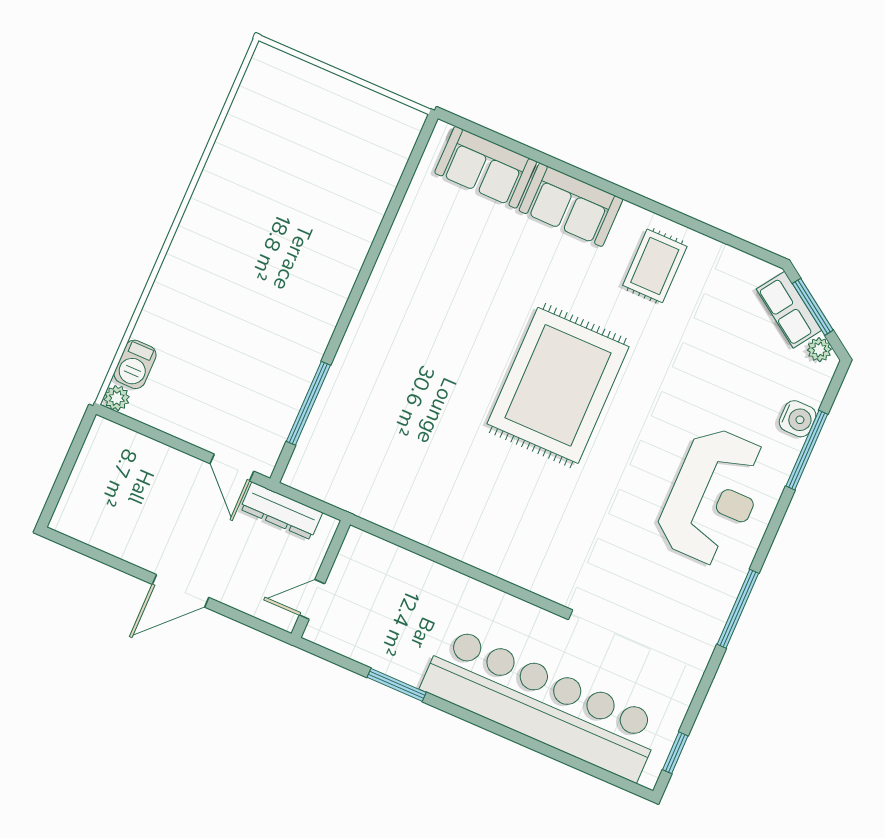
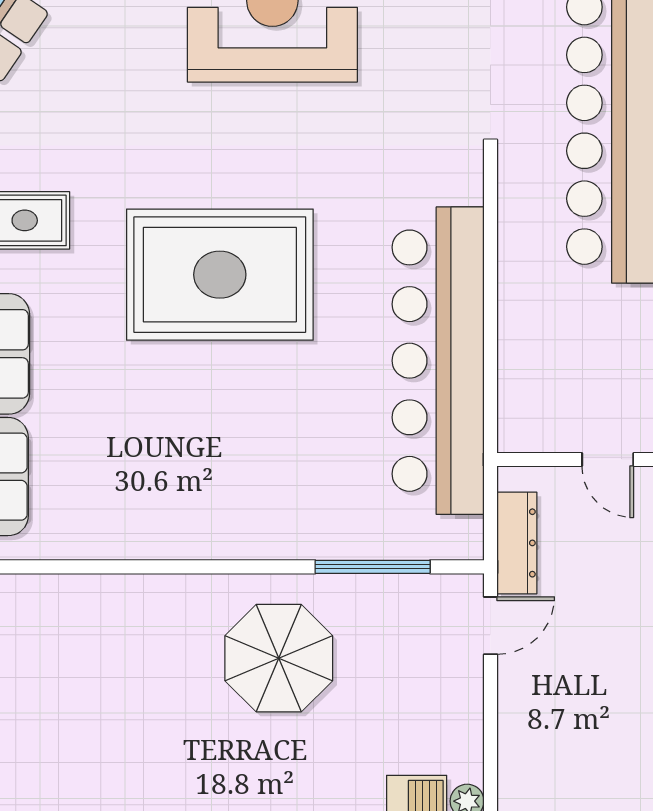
parasol: (273, 310) -> (279, 658), added
bar counter: (432, 511) -> (438, 361), added

